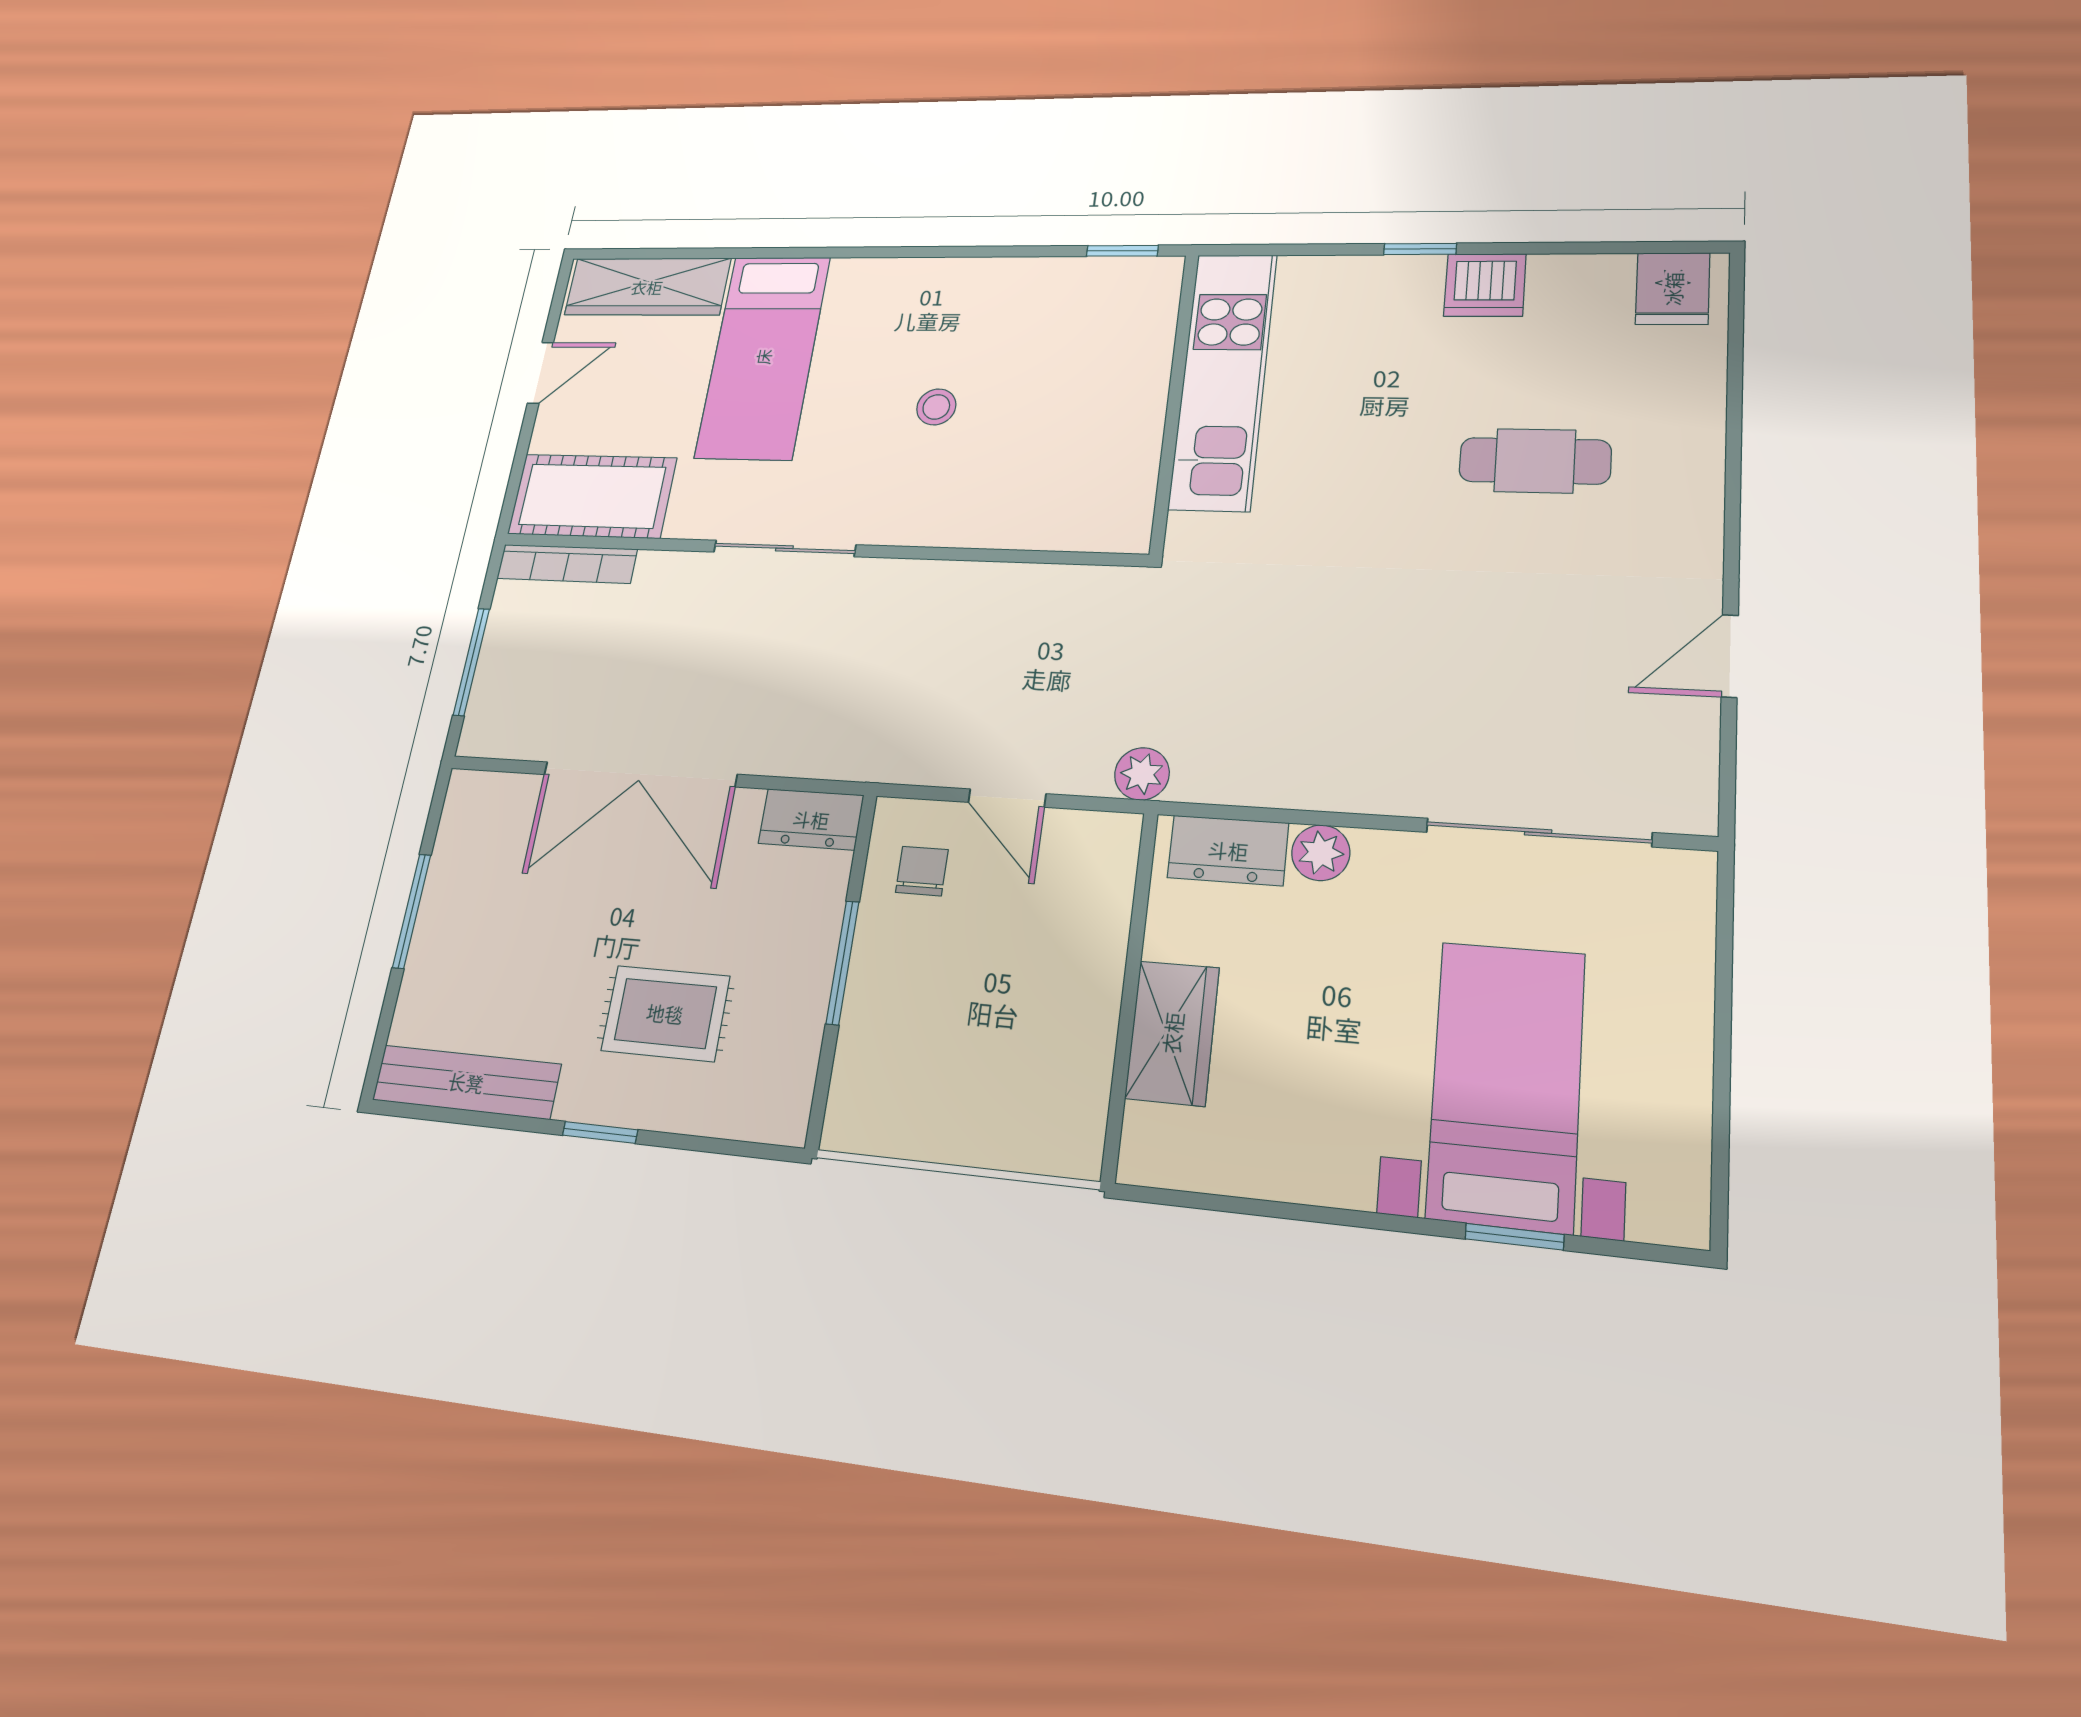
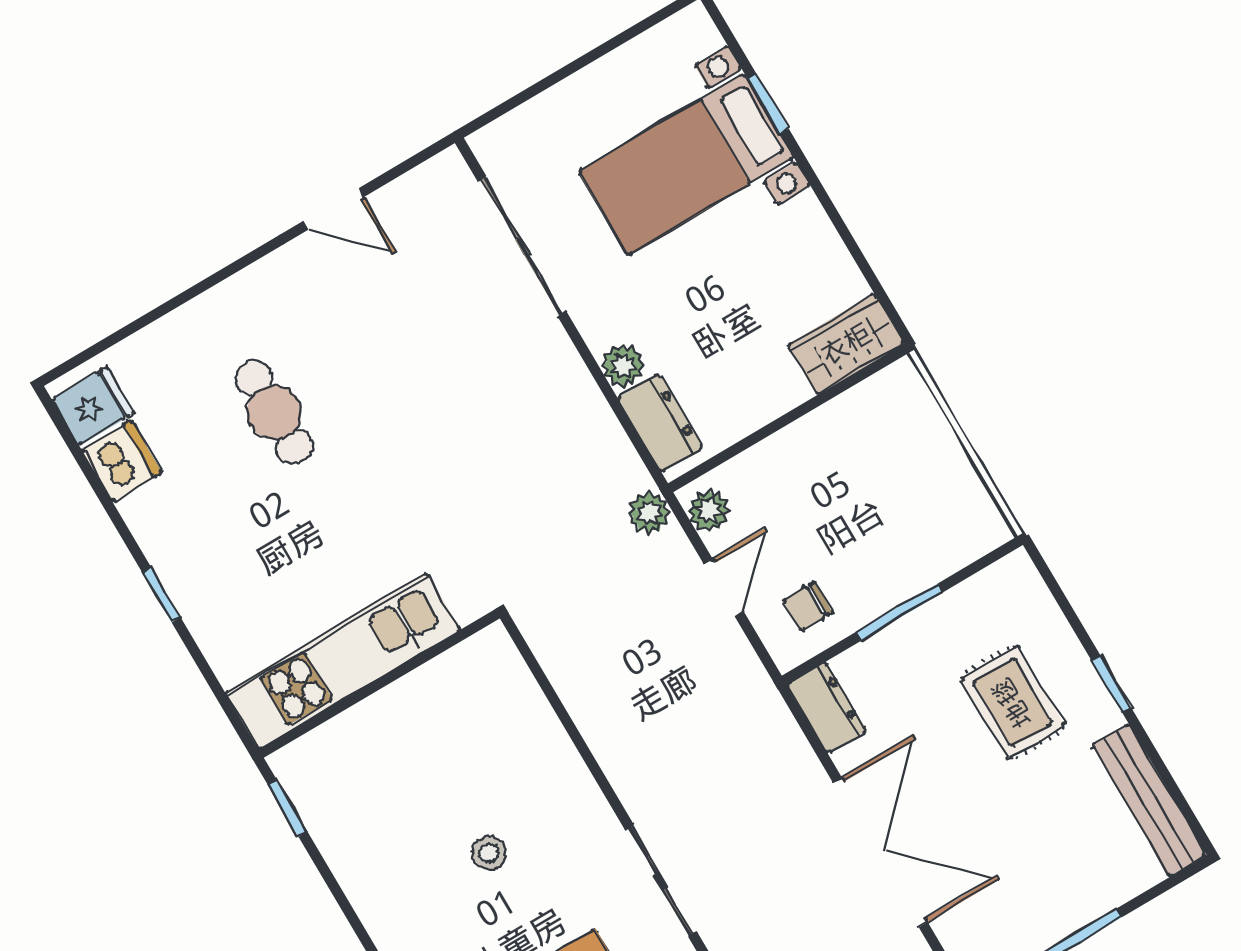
dishwasher: (1485, 285) -> (122, 461), moved
plant: (1096, 837) -> (709, 511), added
wardrobe: (1172, 1033) -> (846, 344), moved

